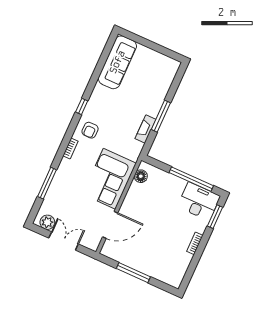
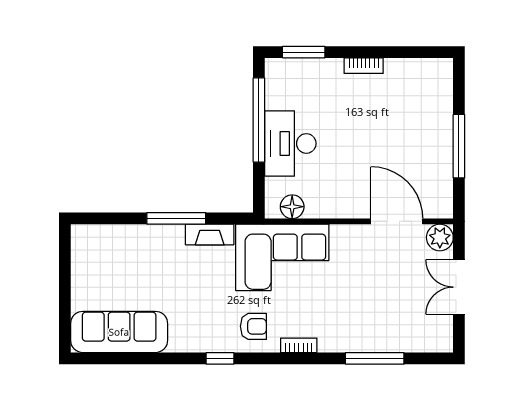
corner sofa: (109, 179) -> (282, 257), moved
desk: (199, 201) -> (290, 143), moved
plant: (47, 222) -> (440, 237), moved

